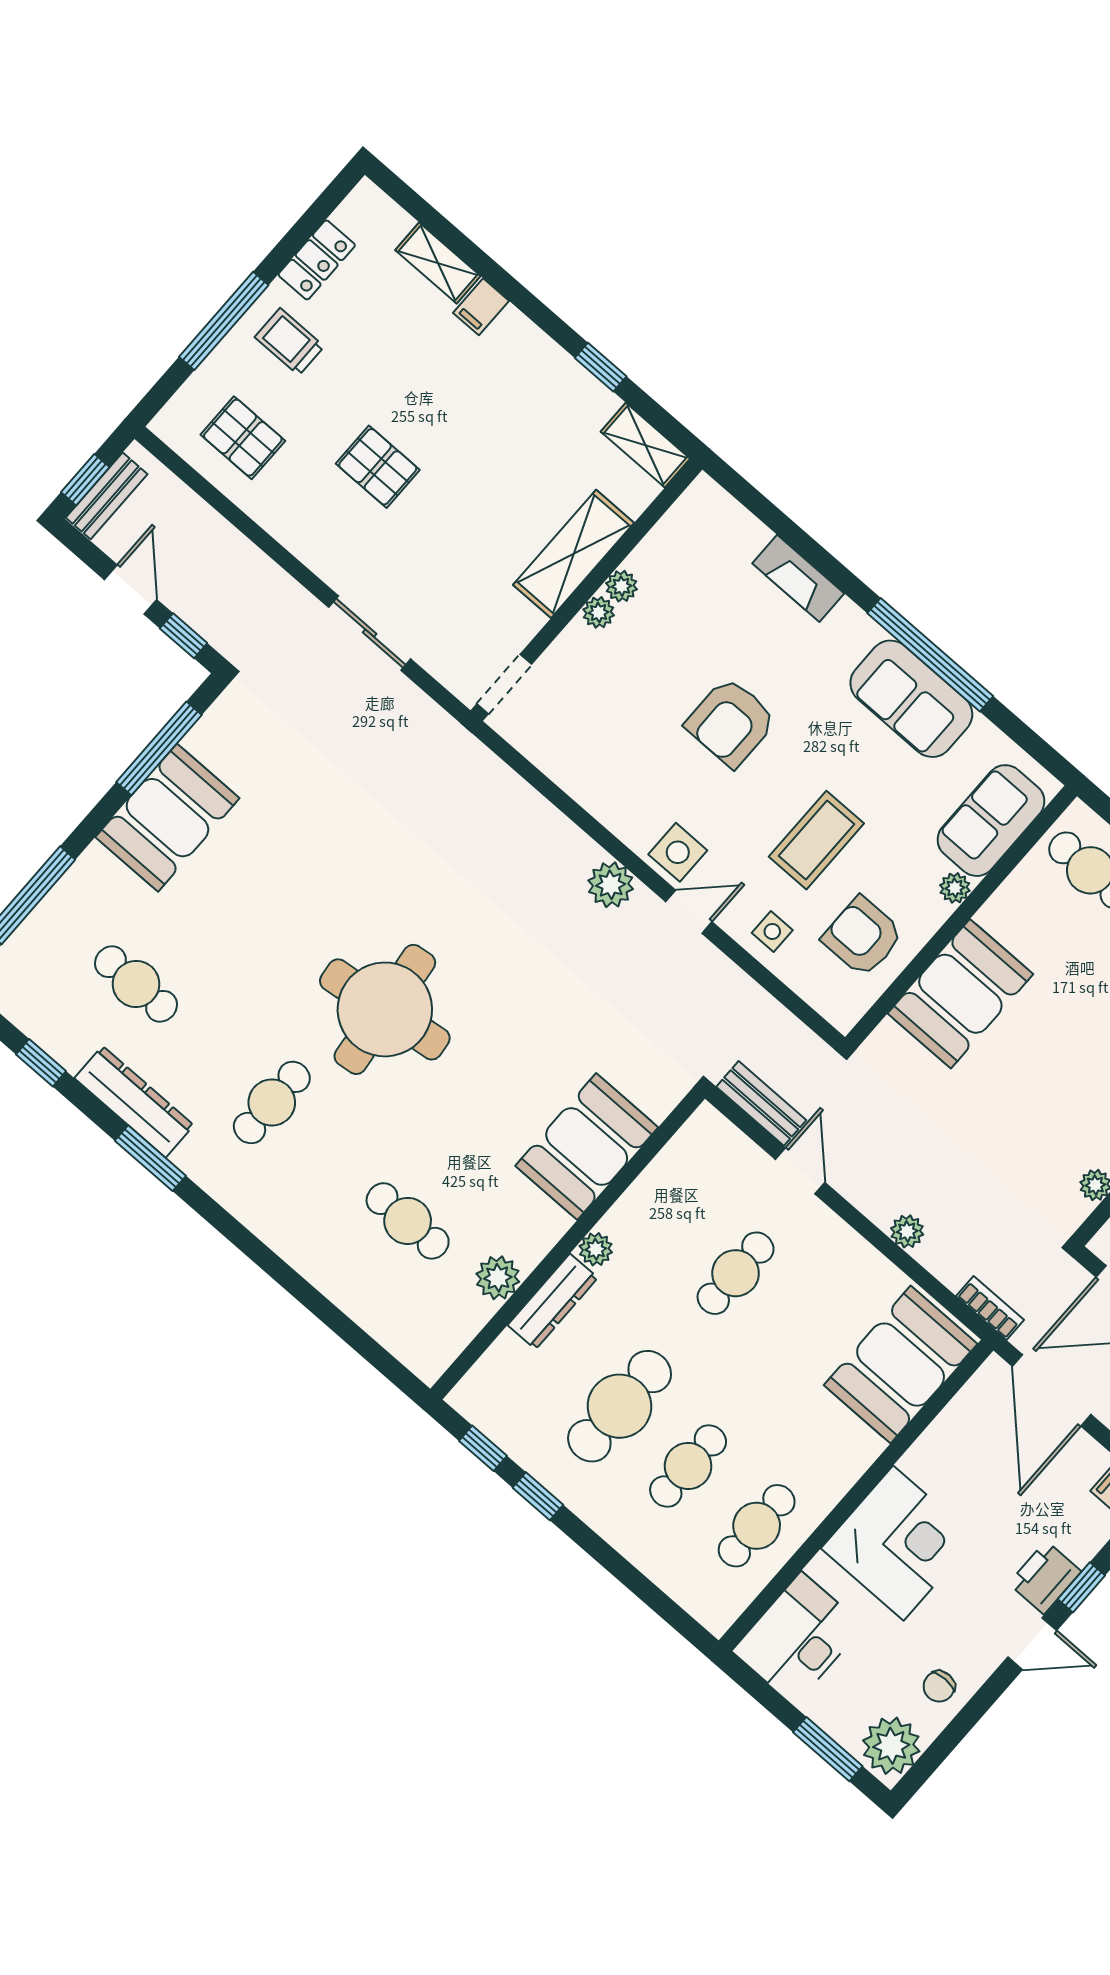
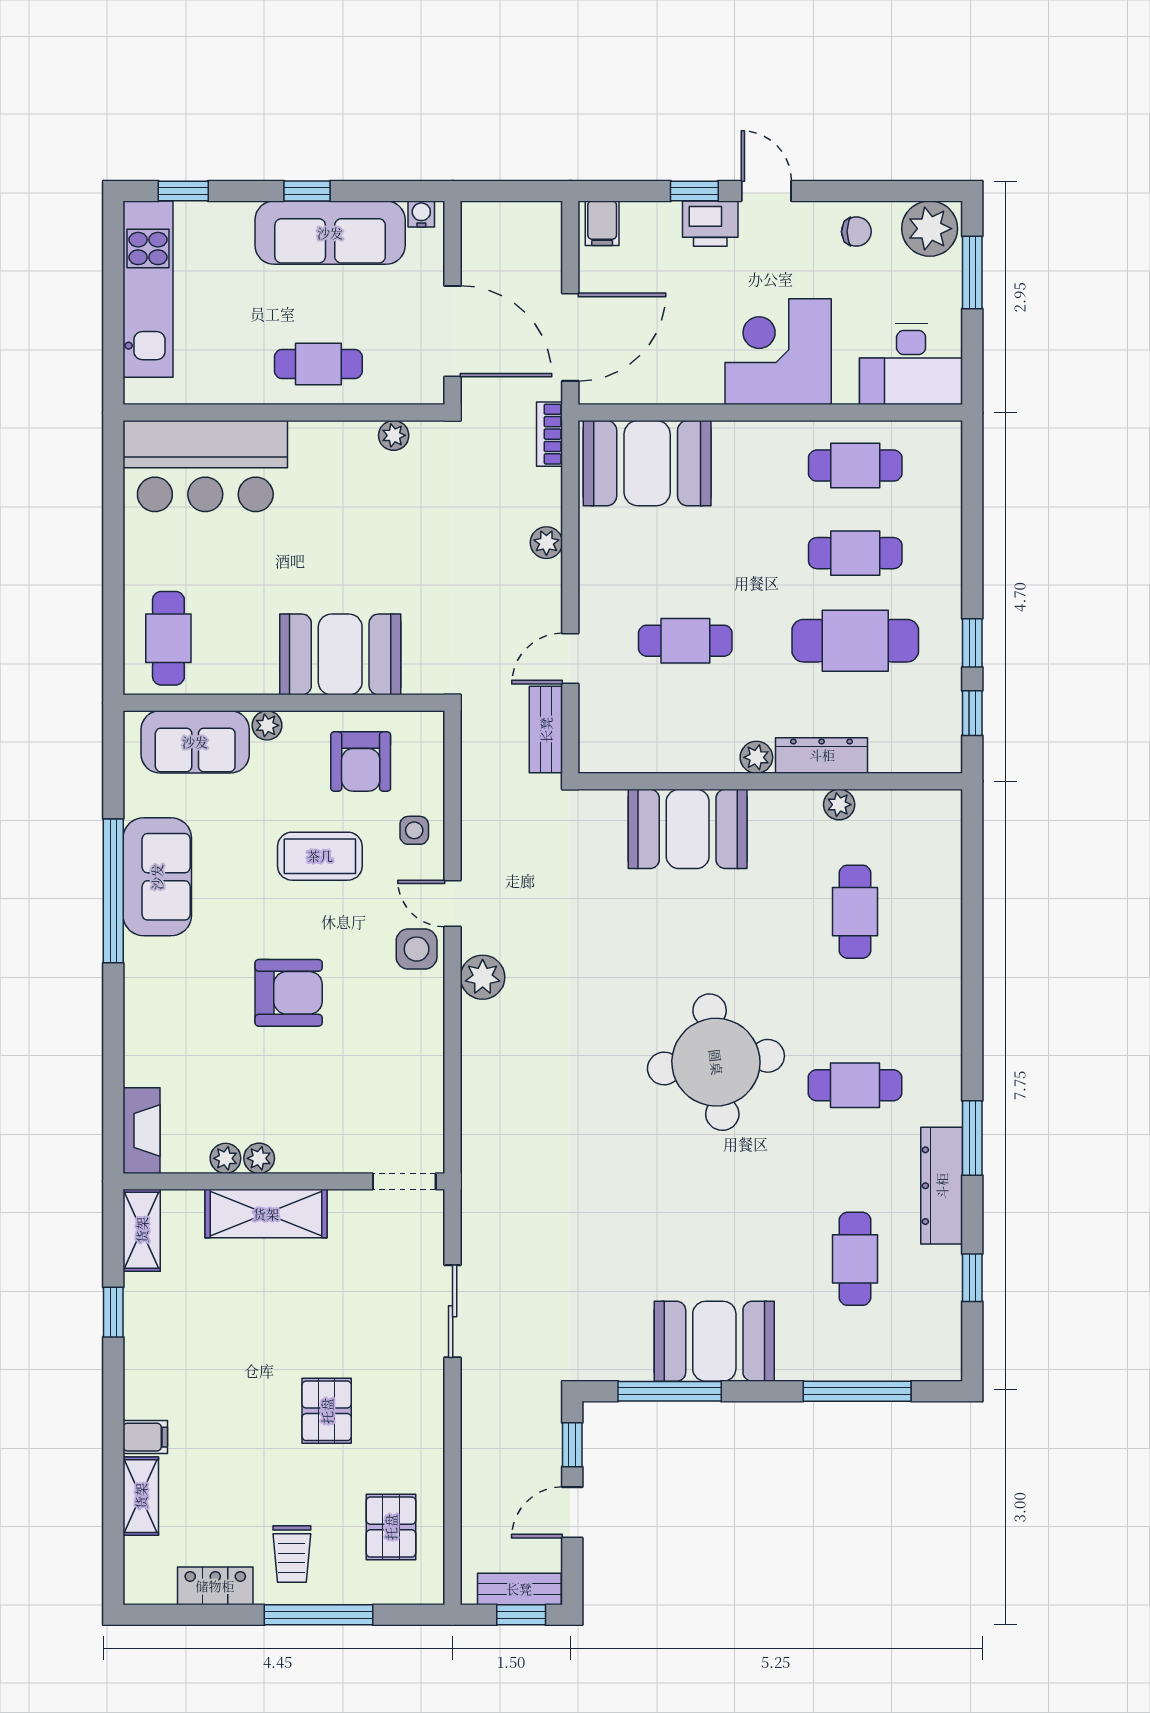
fireplace: (798, 578) -> (141, 1131), moved
plant: (599, 612) -> (225, 1158), moved
plant: (498, 1278) -> (839, 805), width x0.73, depth x0.73

